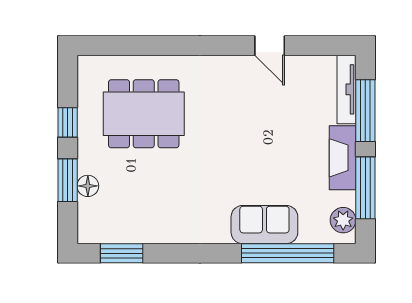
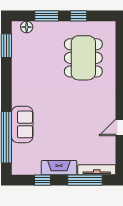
floor lamp: (88, 186) -> (27, 27), moved
window: (365, 188) -> (42, 180), width x0.46
plant: (343, 220) -> (25, 168), removed

